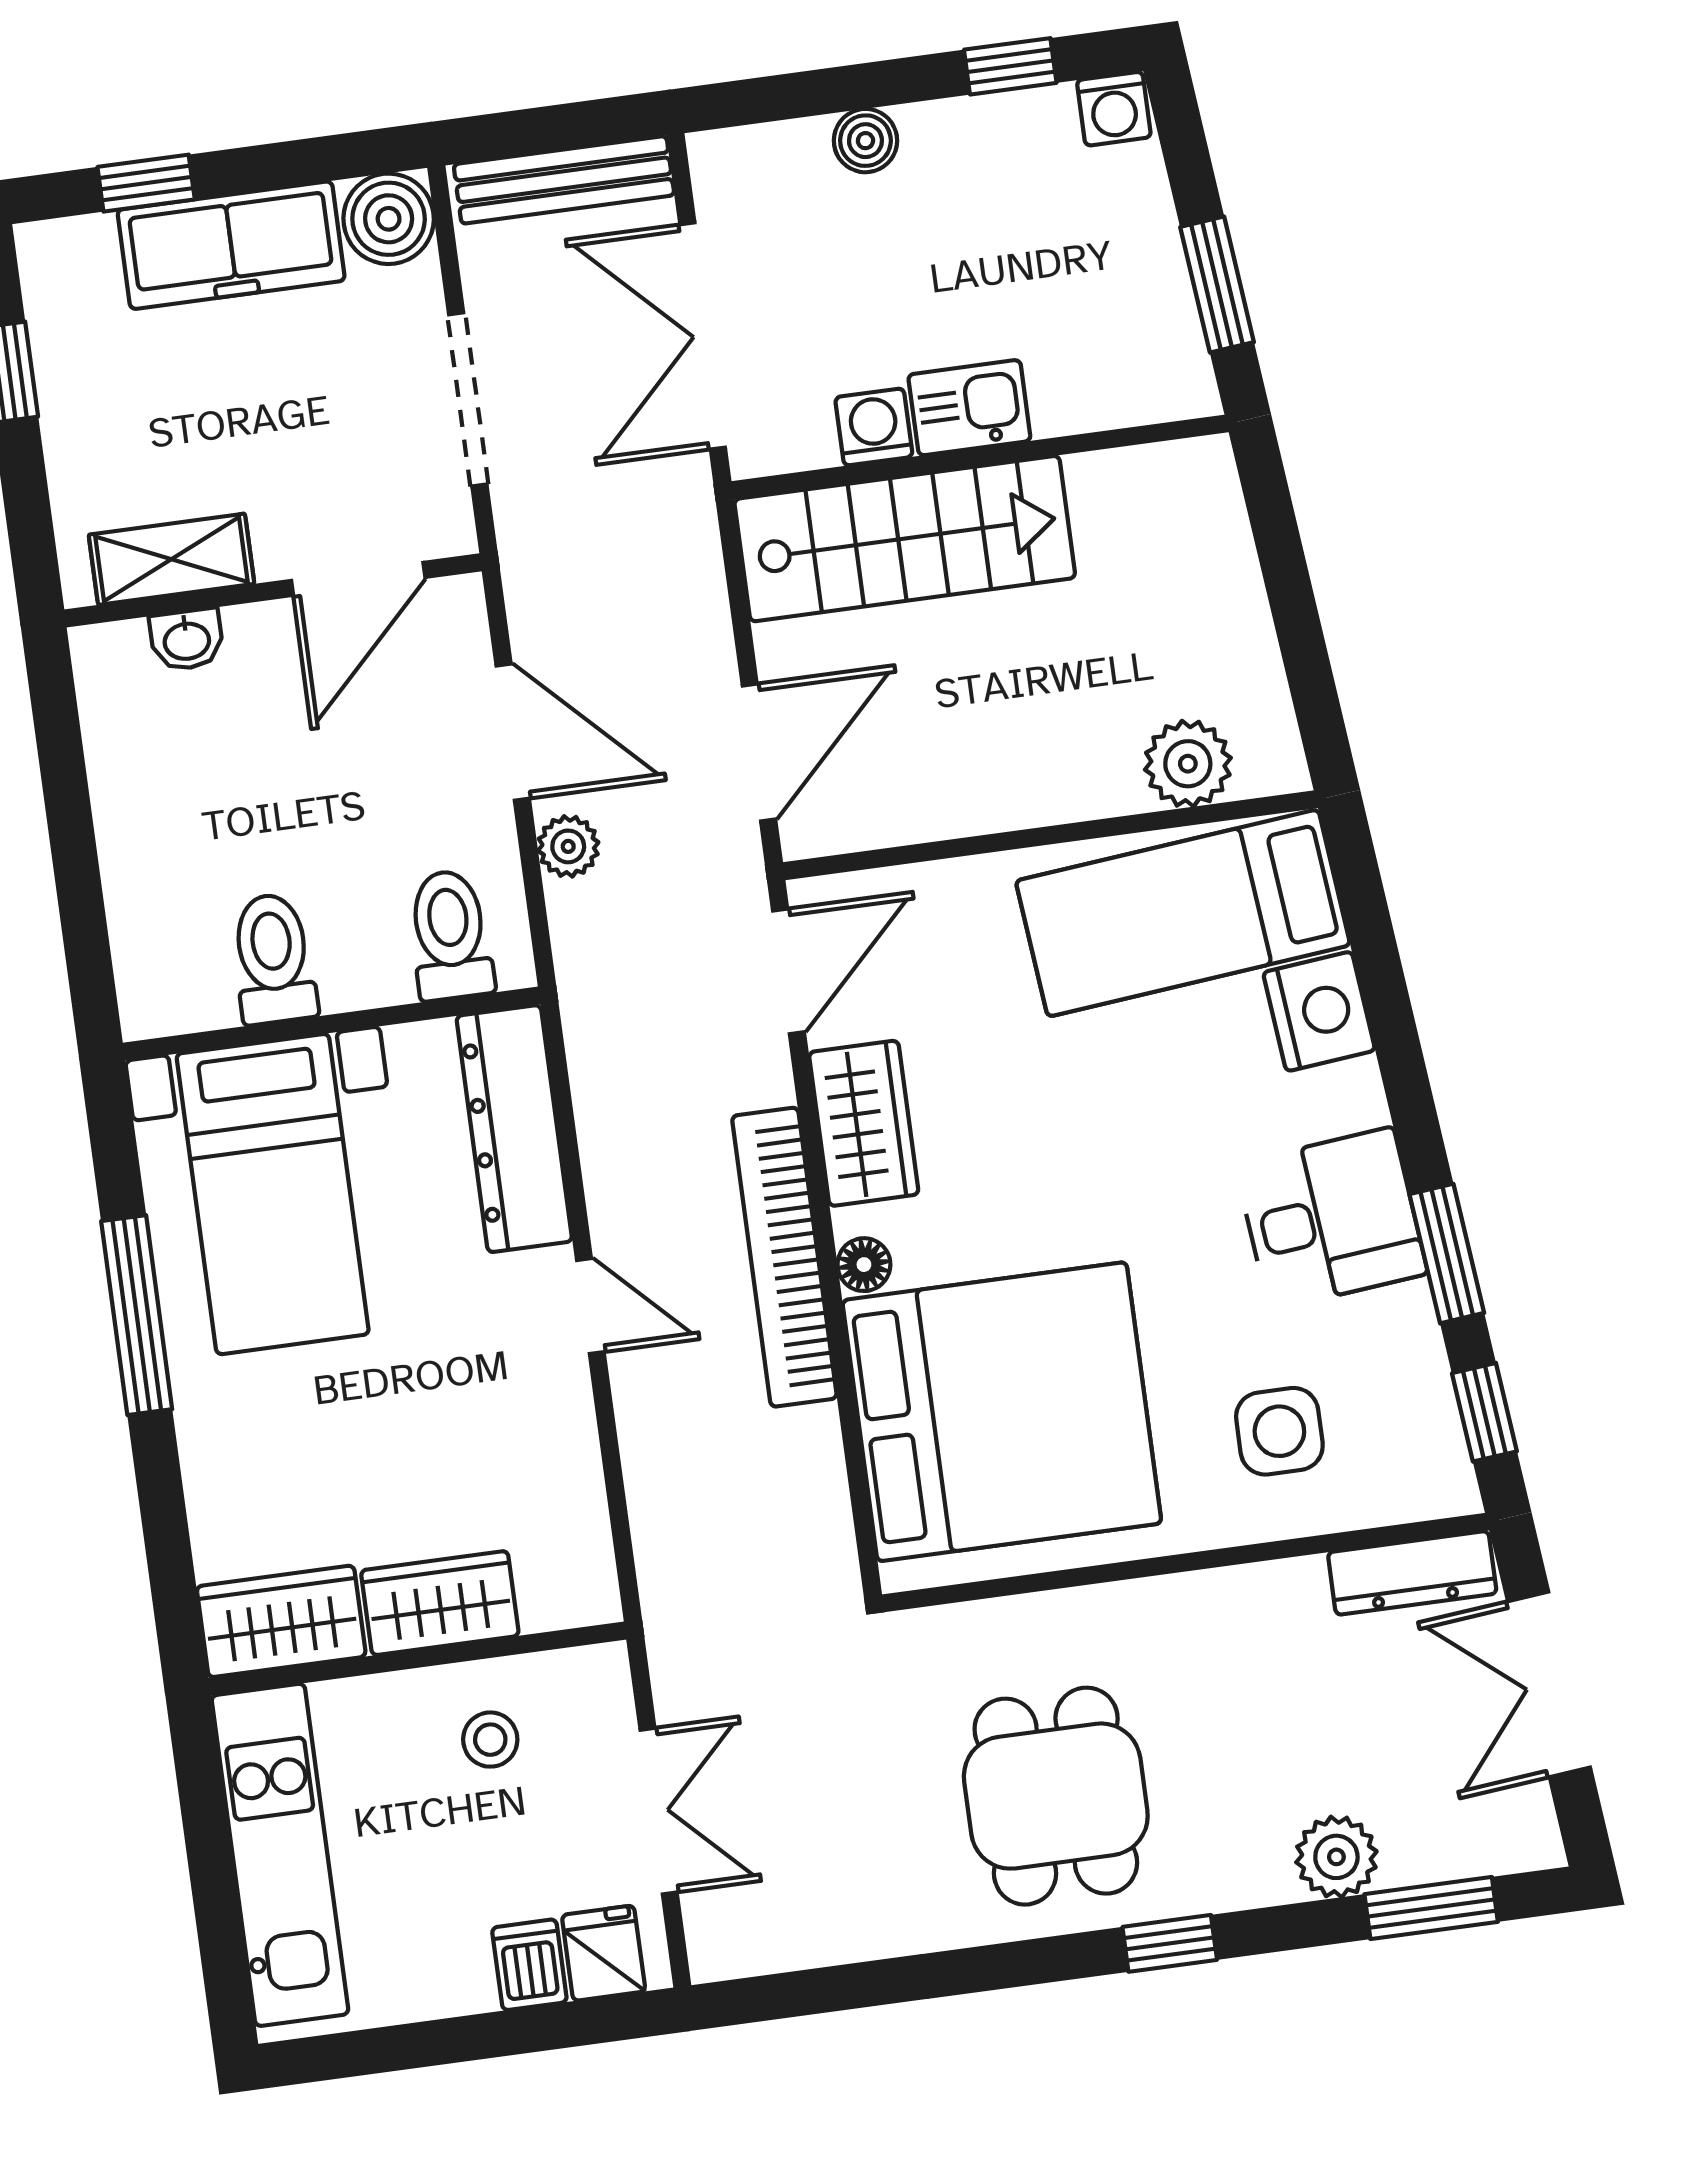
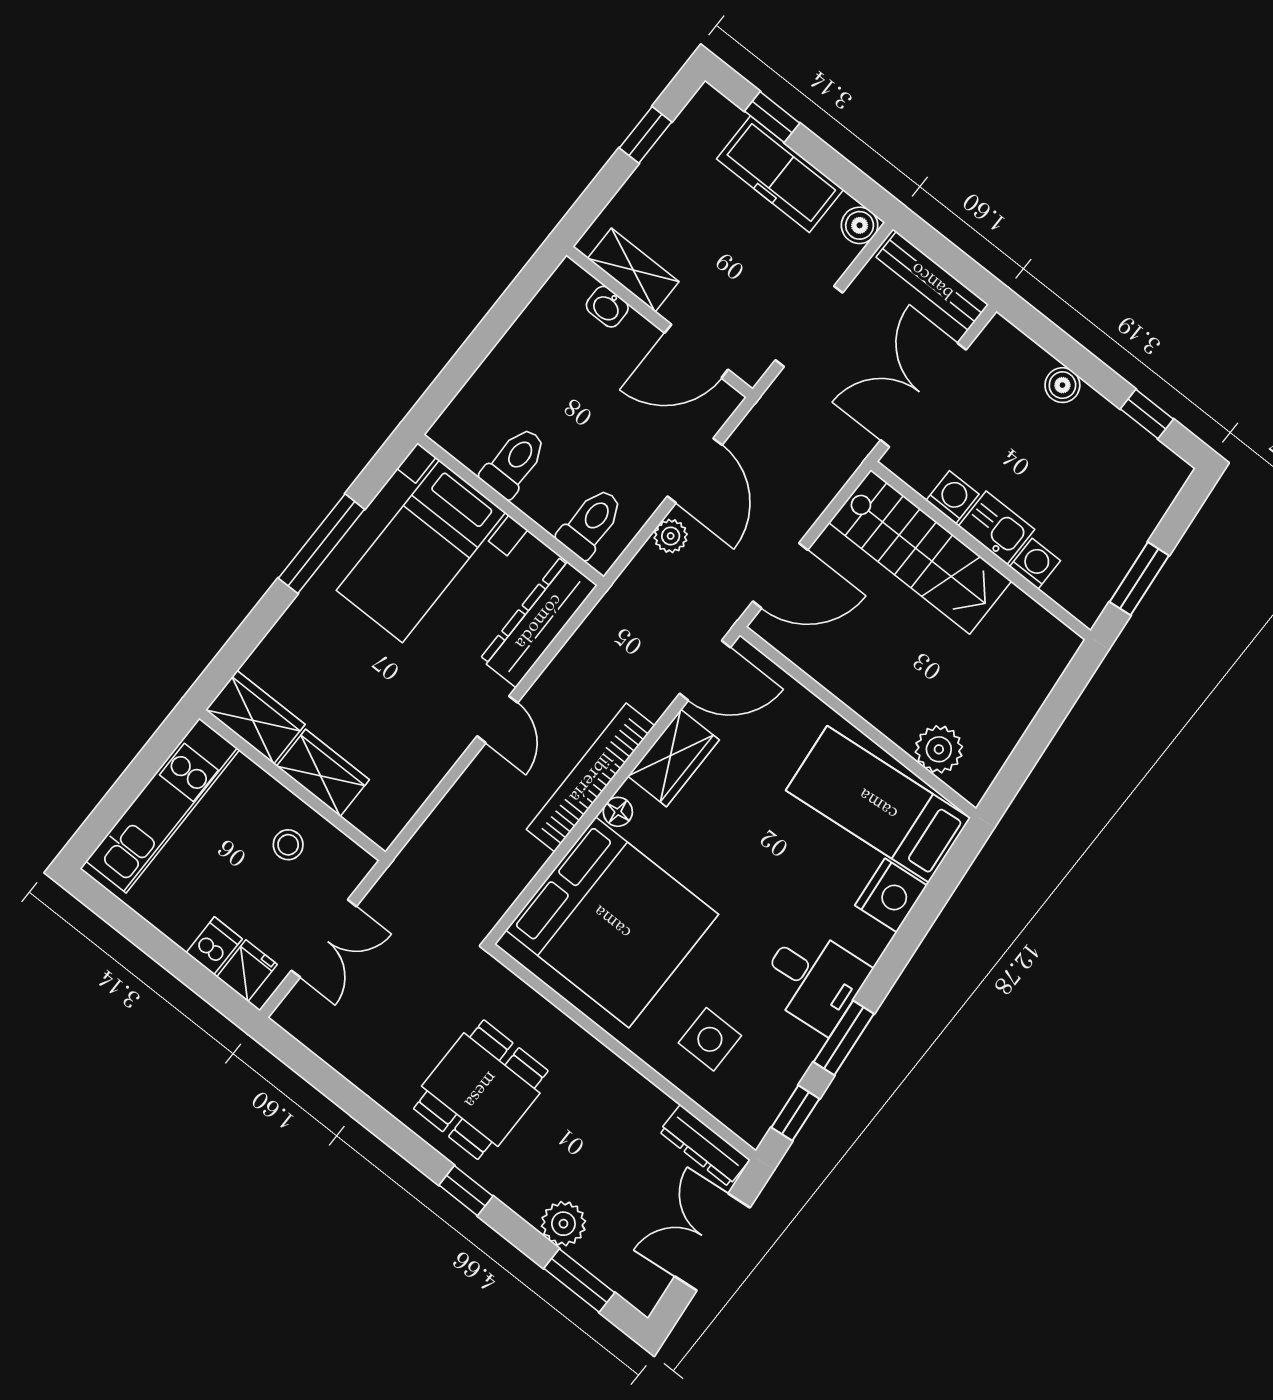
washing machine: (1114, 109) -> (1035, 564), moved, turned 180
boiler: (389, 219) -> (860, 225), width x0.73, depth x0.73

